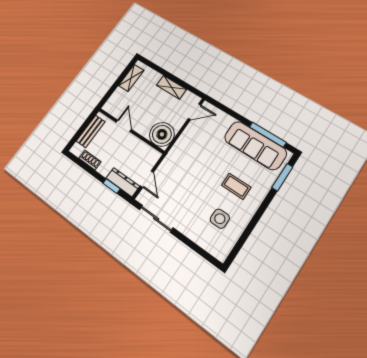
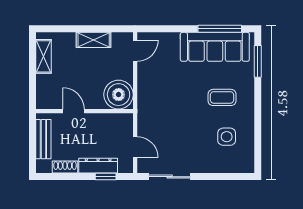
dresser: (123, 182) -> (98, 166), moved

